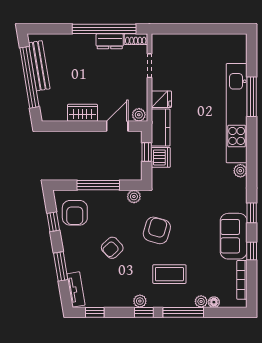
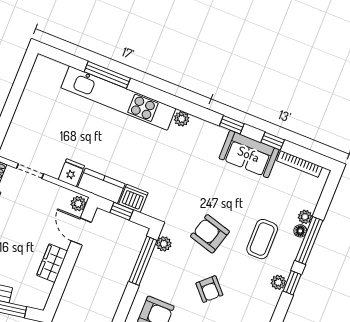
window: (98, 185) -> (143, 261), moved
floor lamp: (214, 302) -> (300, 231), moved

